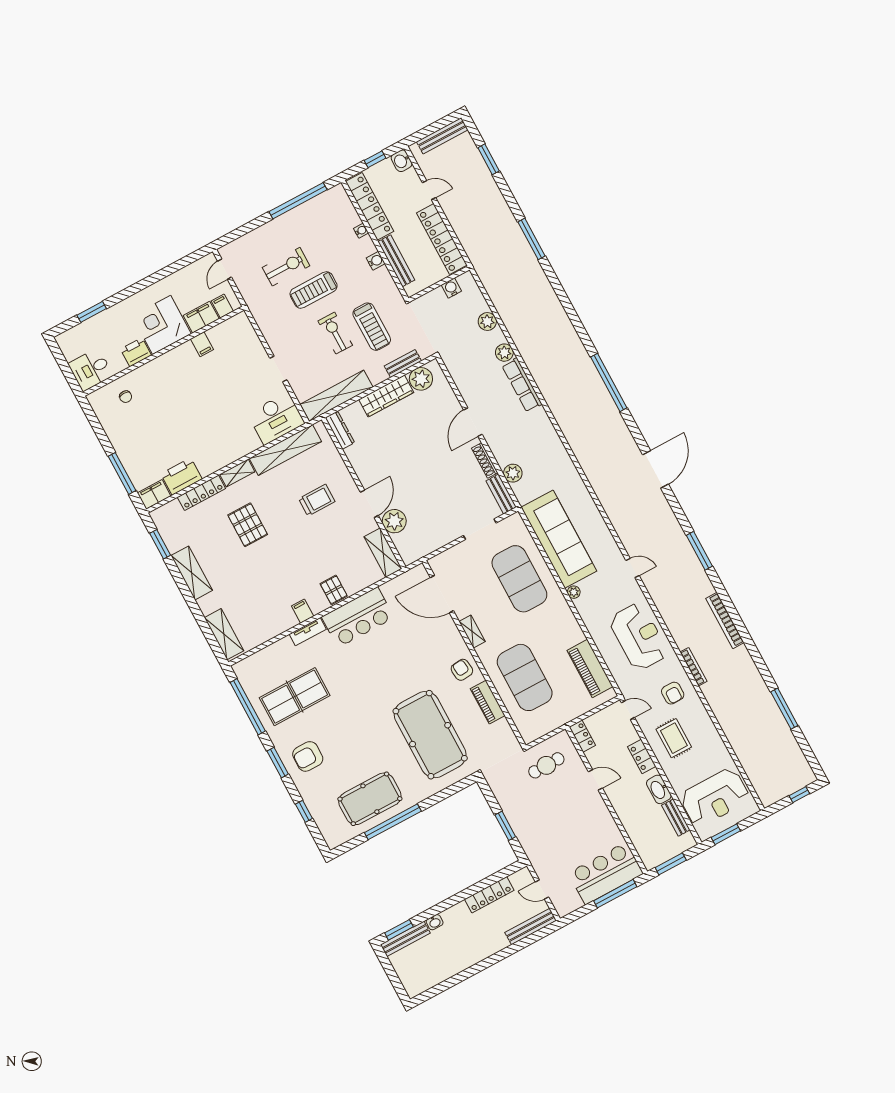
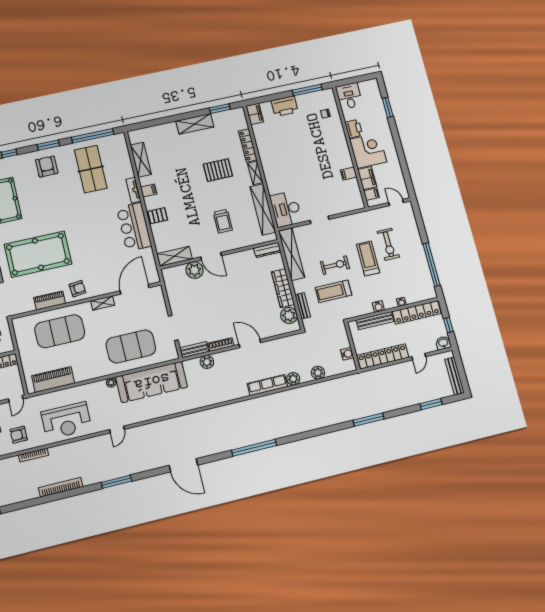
window: (122, 473) -> (307, 90), moved
printer: (181, 476) -> (285, 106), moved, turned 90
shelving: (224, 634) -> (141, 160), moved, turned 90

